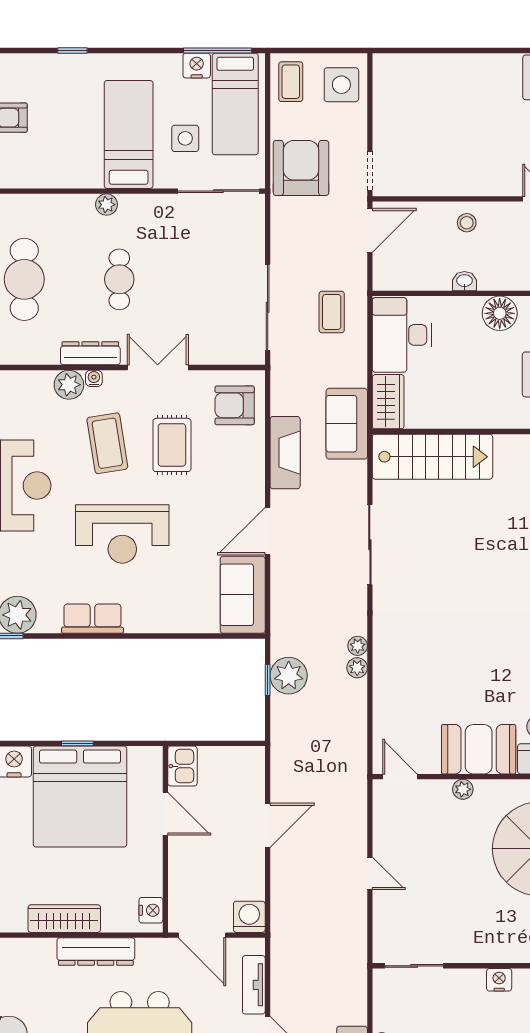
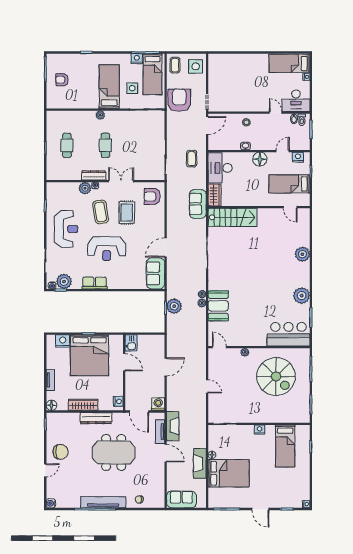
cafe table: (24, 279) -> (67, 145), width x0.73, depth x0.74
fireplace: (285, 453) -> (173, 426), moved
booth: (479, 749) -> (218, 306), moved, turned 90

